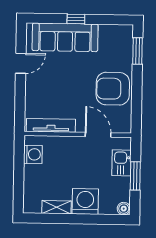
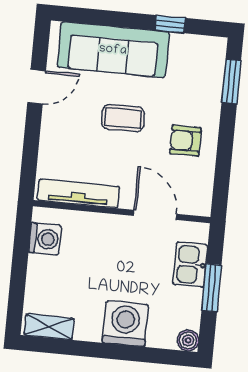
window: (76, 19) -> (170, 24), moved
coffee table: (74, 78) -> (123, 118), added
armchair: (113, 89) -> (185, 141), width x0.53, depth x0.53
shelving: (56, 207) -> (49, 327), moved

